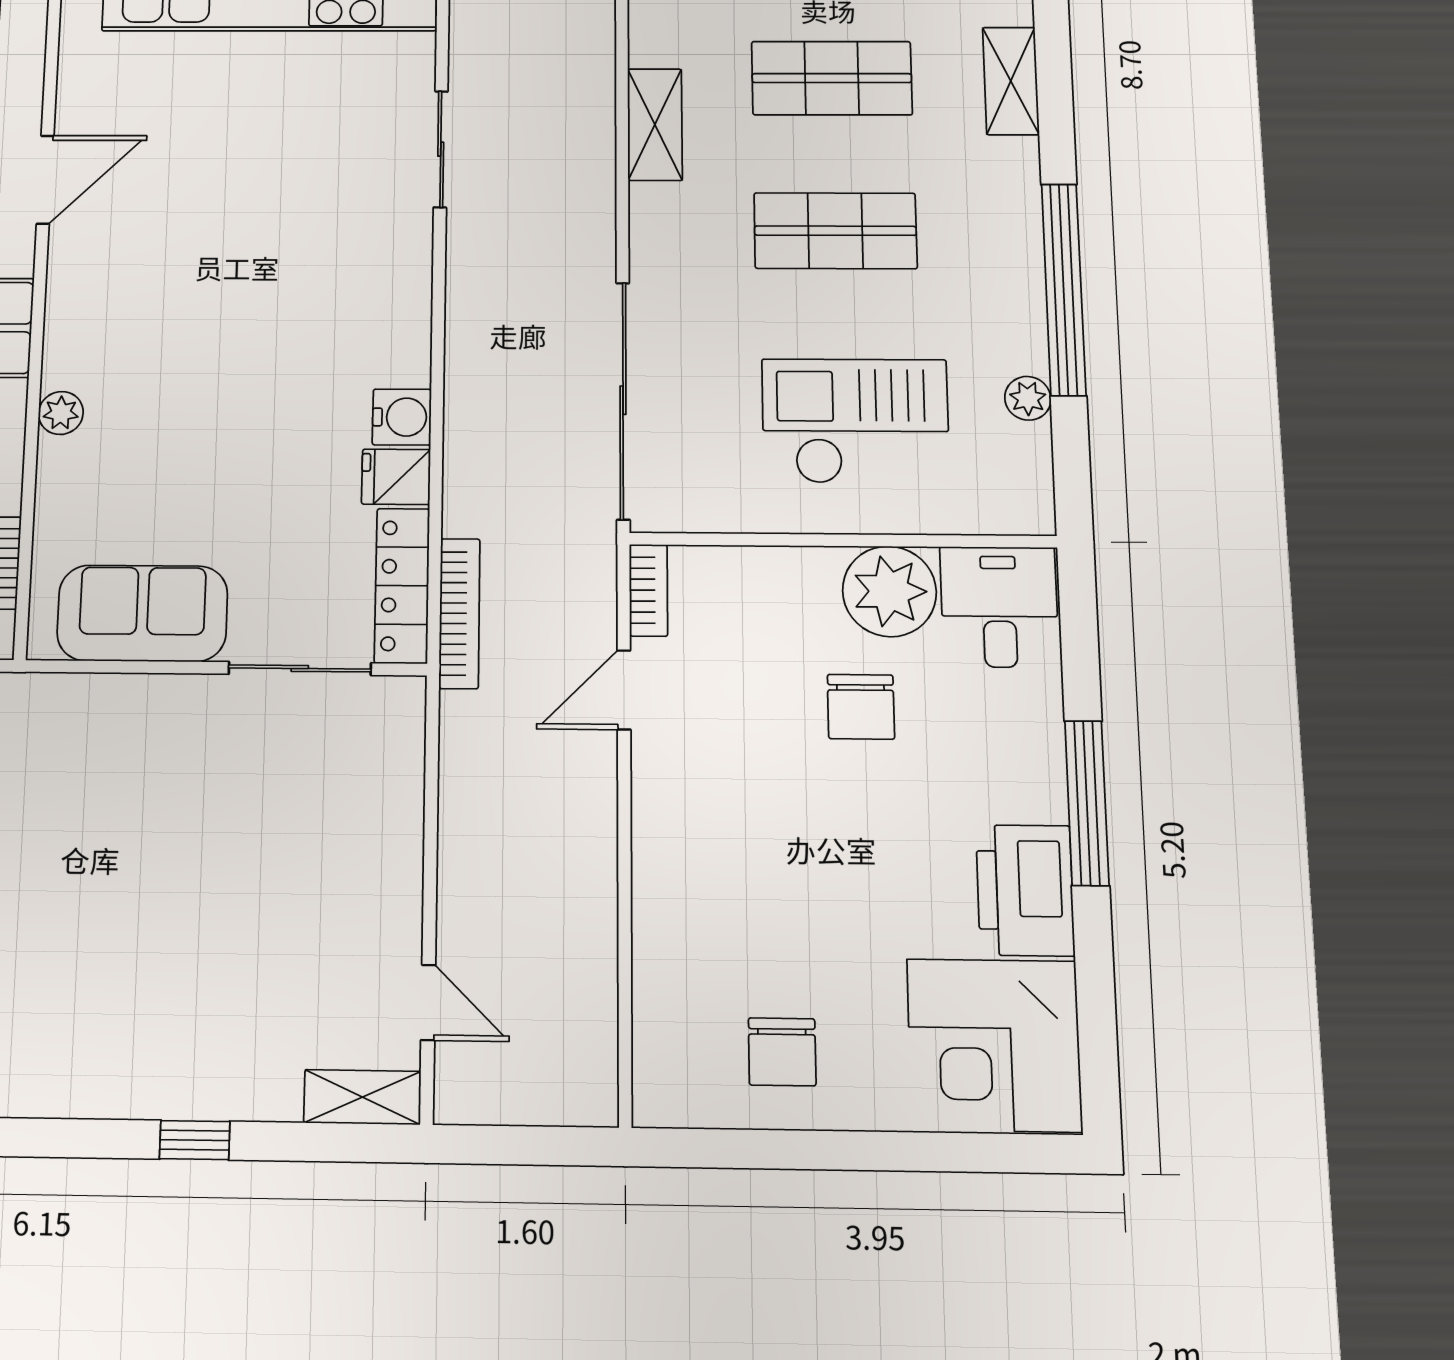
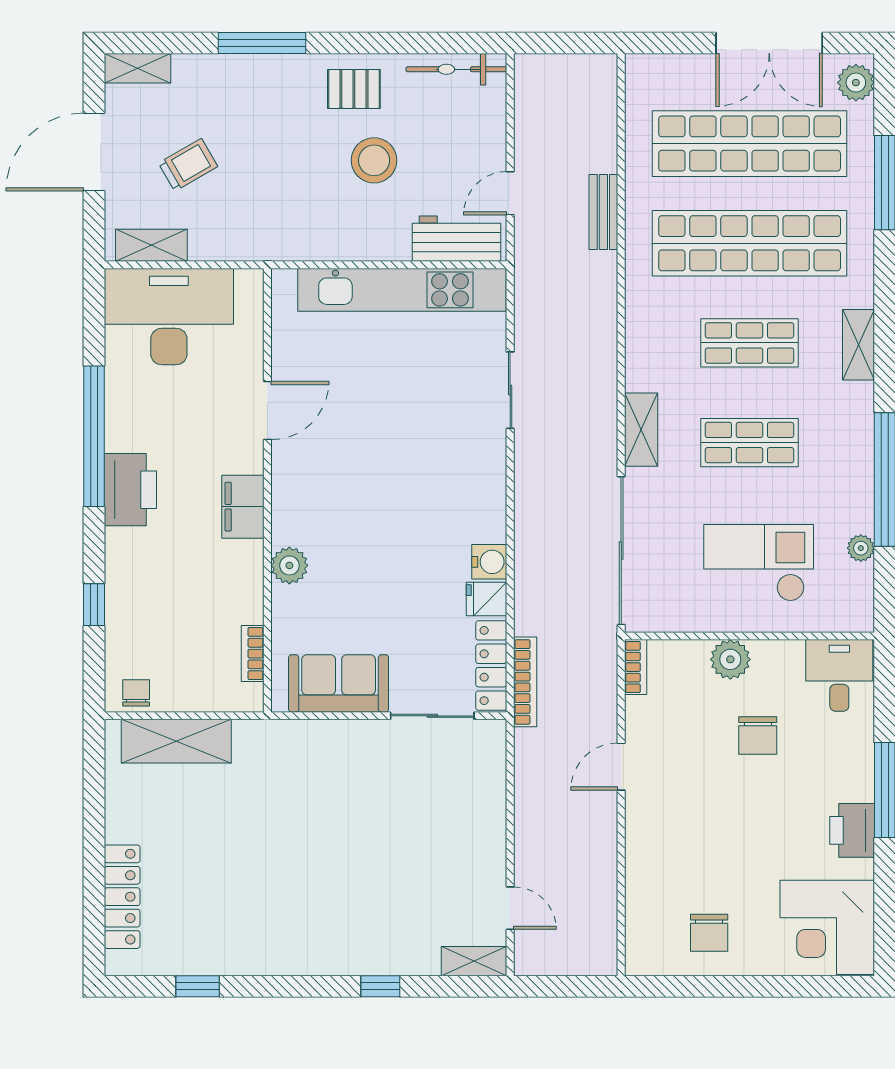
shelving: (655, 125) -> (641, 430), moved
plant: (61, 413) -> (289, 565), width x1.38, depth x1.38
plant: (889, 591) -> (730, 659), moved, width x0.73, depth x0.73
door: (624, 690) -> (621, 767), moved
printer: (1025, 890) -> (852, 830), width x0.73, depth x0.84

